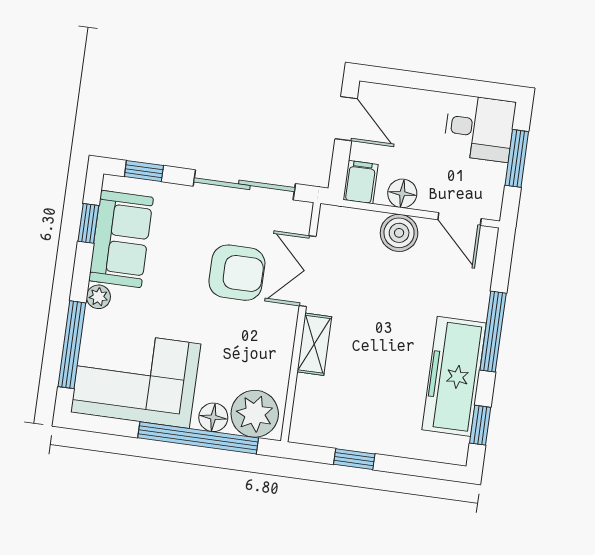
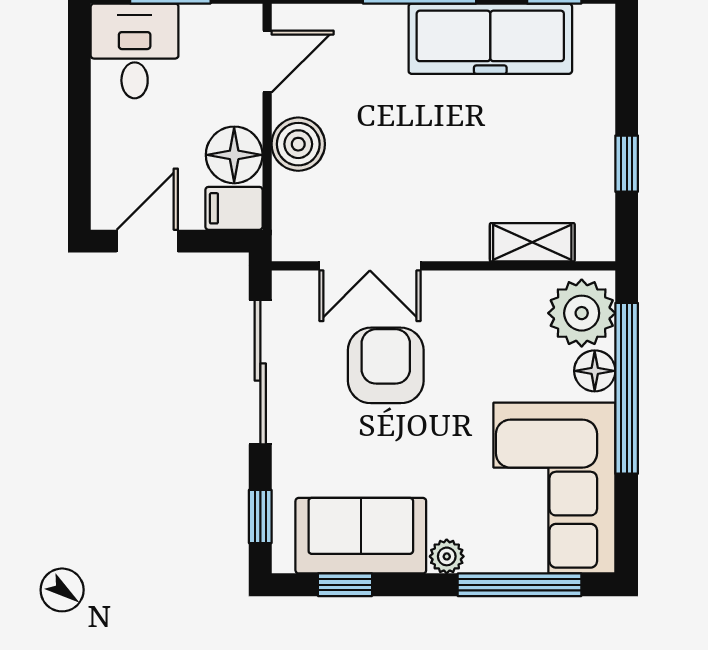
floor lamp: (402, 193) -> (234, 155), width x1.38, depth x1.38
shelving: (314, 344) -> (532, 242), moved

